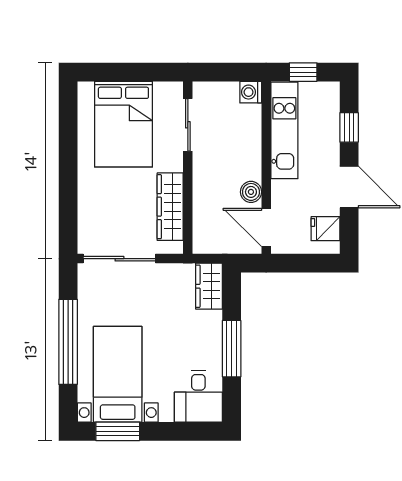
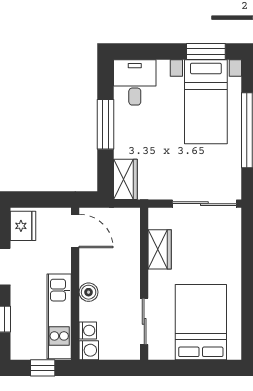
washing machine: (252, 115) -> (88, 330), added
boiler: (251, 192) -> (89, 292), moved
wardrobe: (170, 207) -> (160, 249), width x0.67
fridge: (325, 229) -> (23, 226), width x1.38

